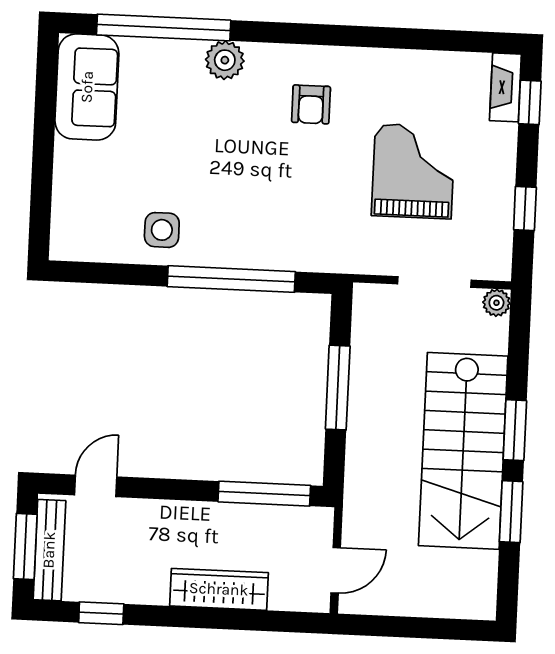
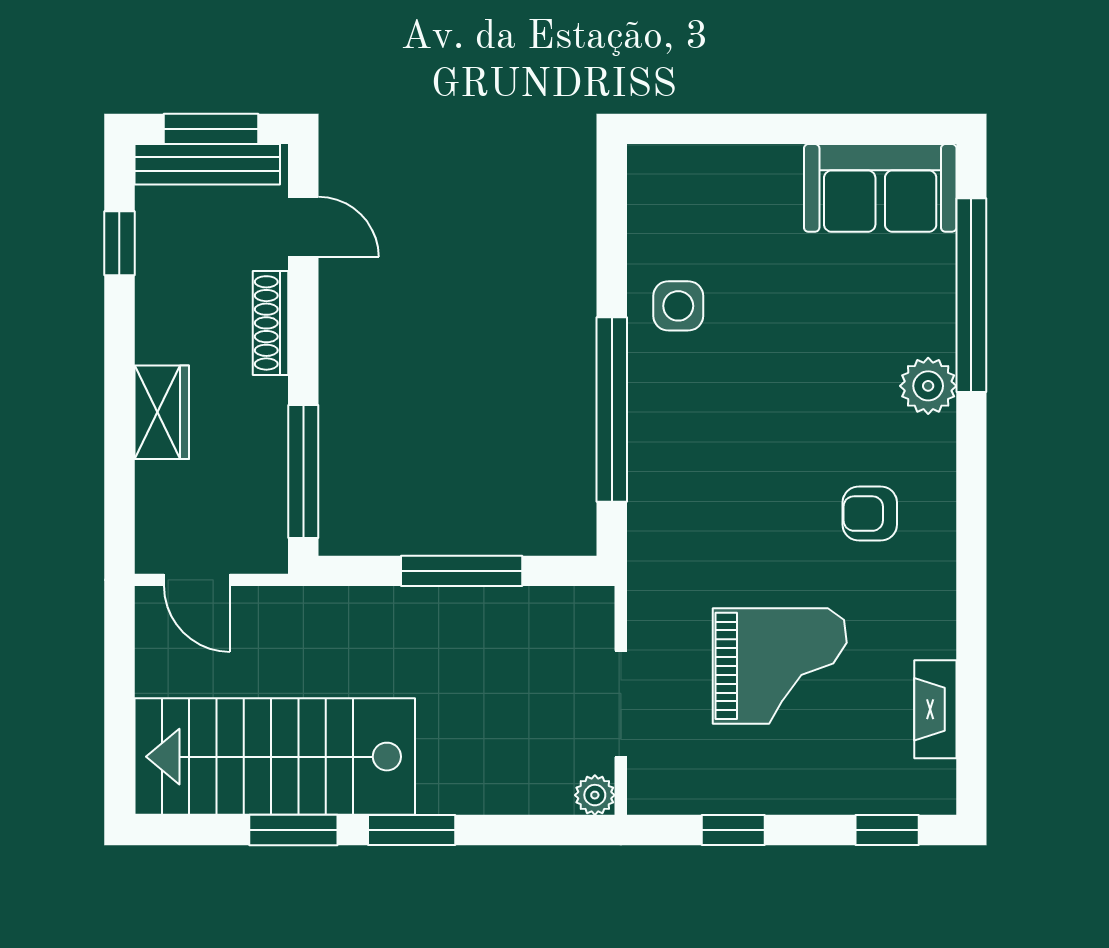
fireplace: (505, 87) -> (935, 709), moved, turned -90
stairs: (463, 451) -> (275, 757), moved
shoe rack: (161, 512) -> (271, 323), added
wardrobe: (219, 589) -> (162, 412), width x0.67

